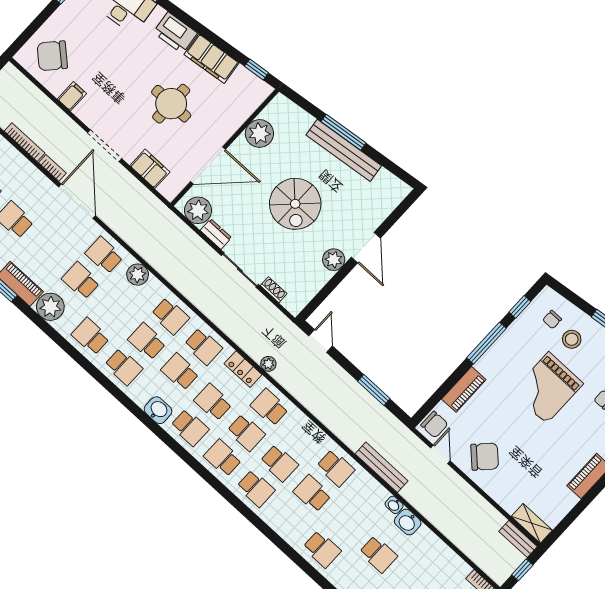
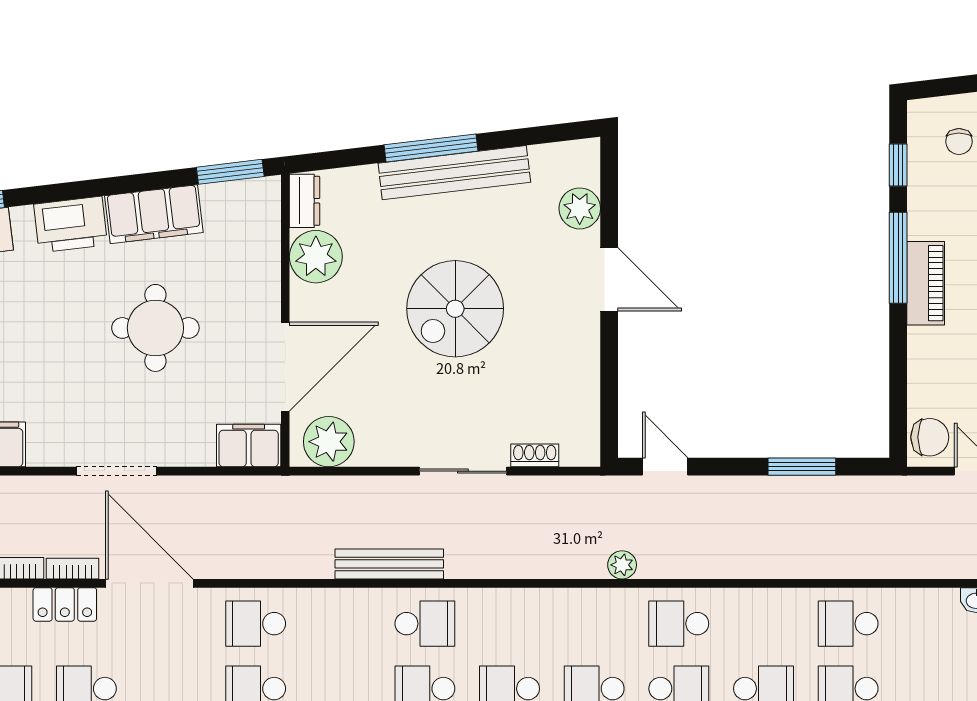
window: (256, 70) -> (230, 172), width x1.50
filing cabinet: (150, 169) -> (249, 445), moved
spiral stairs: (295, 204) -> (455, 309), turned 90
dresser: (216, 234) -> (305, 201), moved, turned 90
plant: (334, 260) -> (580, 208), moved
plant: (138, 275) -> (327, 608), removed
school desk: (203, 346) -> (510, 624), removed
locker: (243, 369) -> (65, 604), moved
piano: (464, 389) -> (926, 283), moved
bench: (382, 467) -> (389, 564), moved
school desk: (336, 468) -> (848, 624), turned 180

